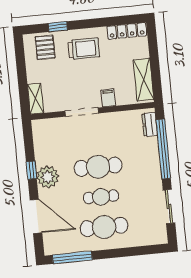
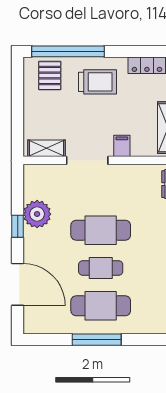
window: (58, 27) -> (68, 51), width x3.17
shelving: (35, 99) -> (47, 148), moved, turned 90
plant: (48, 177) -> (37, 214), moved
window: (72, 257) -> (97, 340), moved

